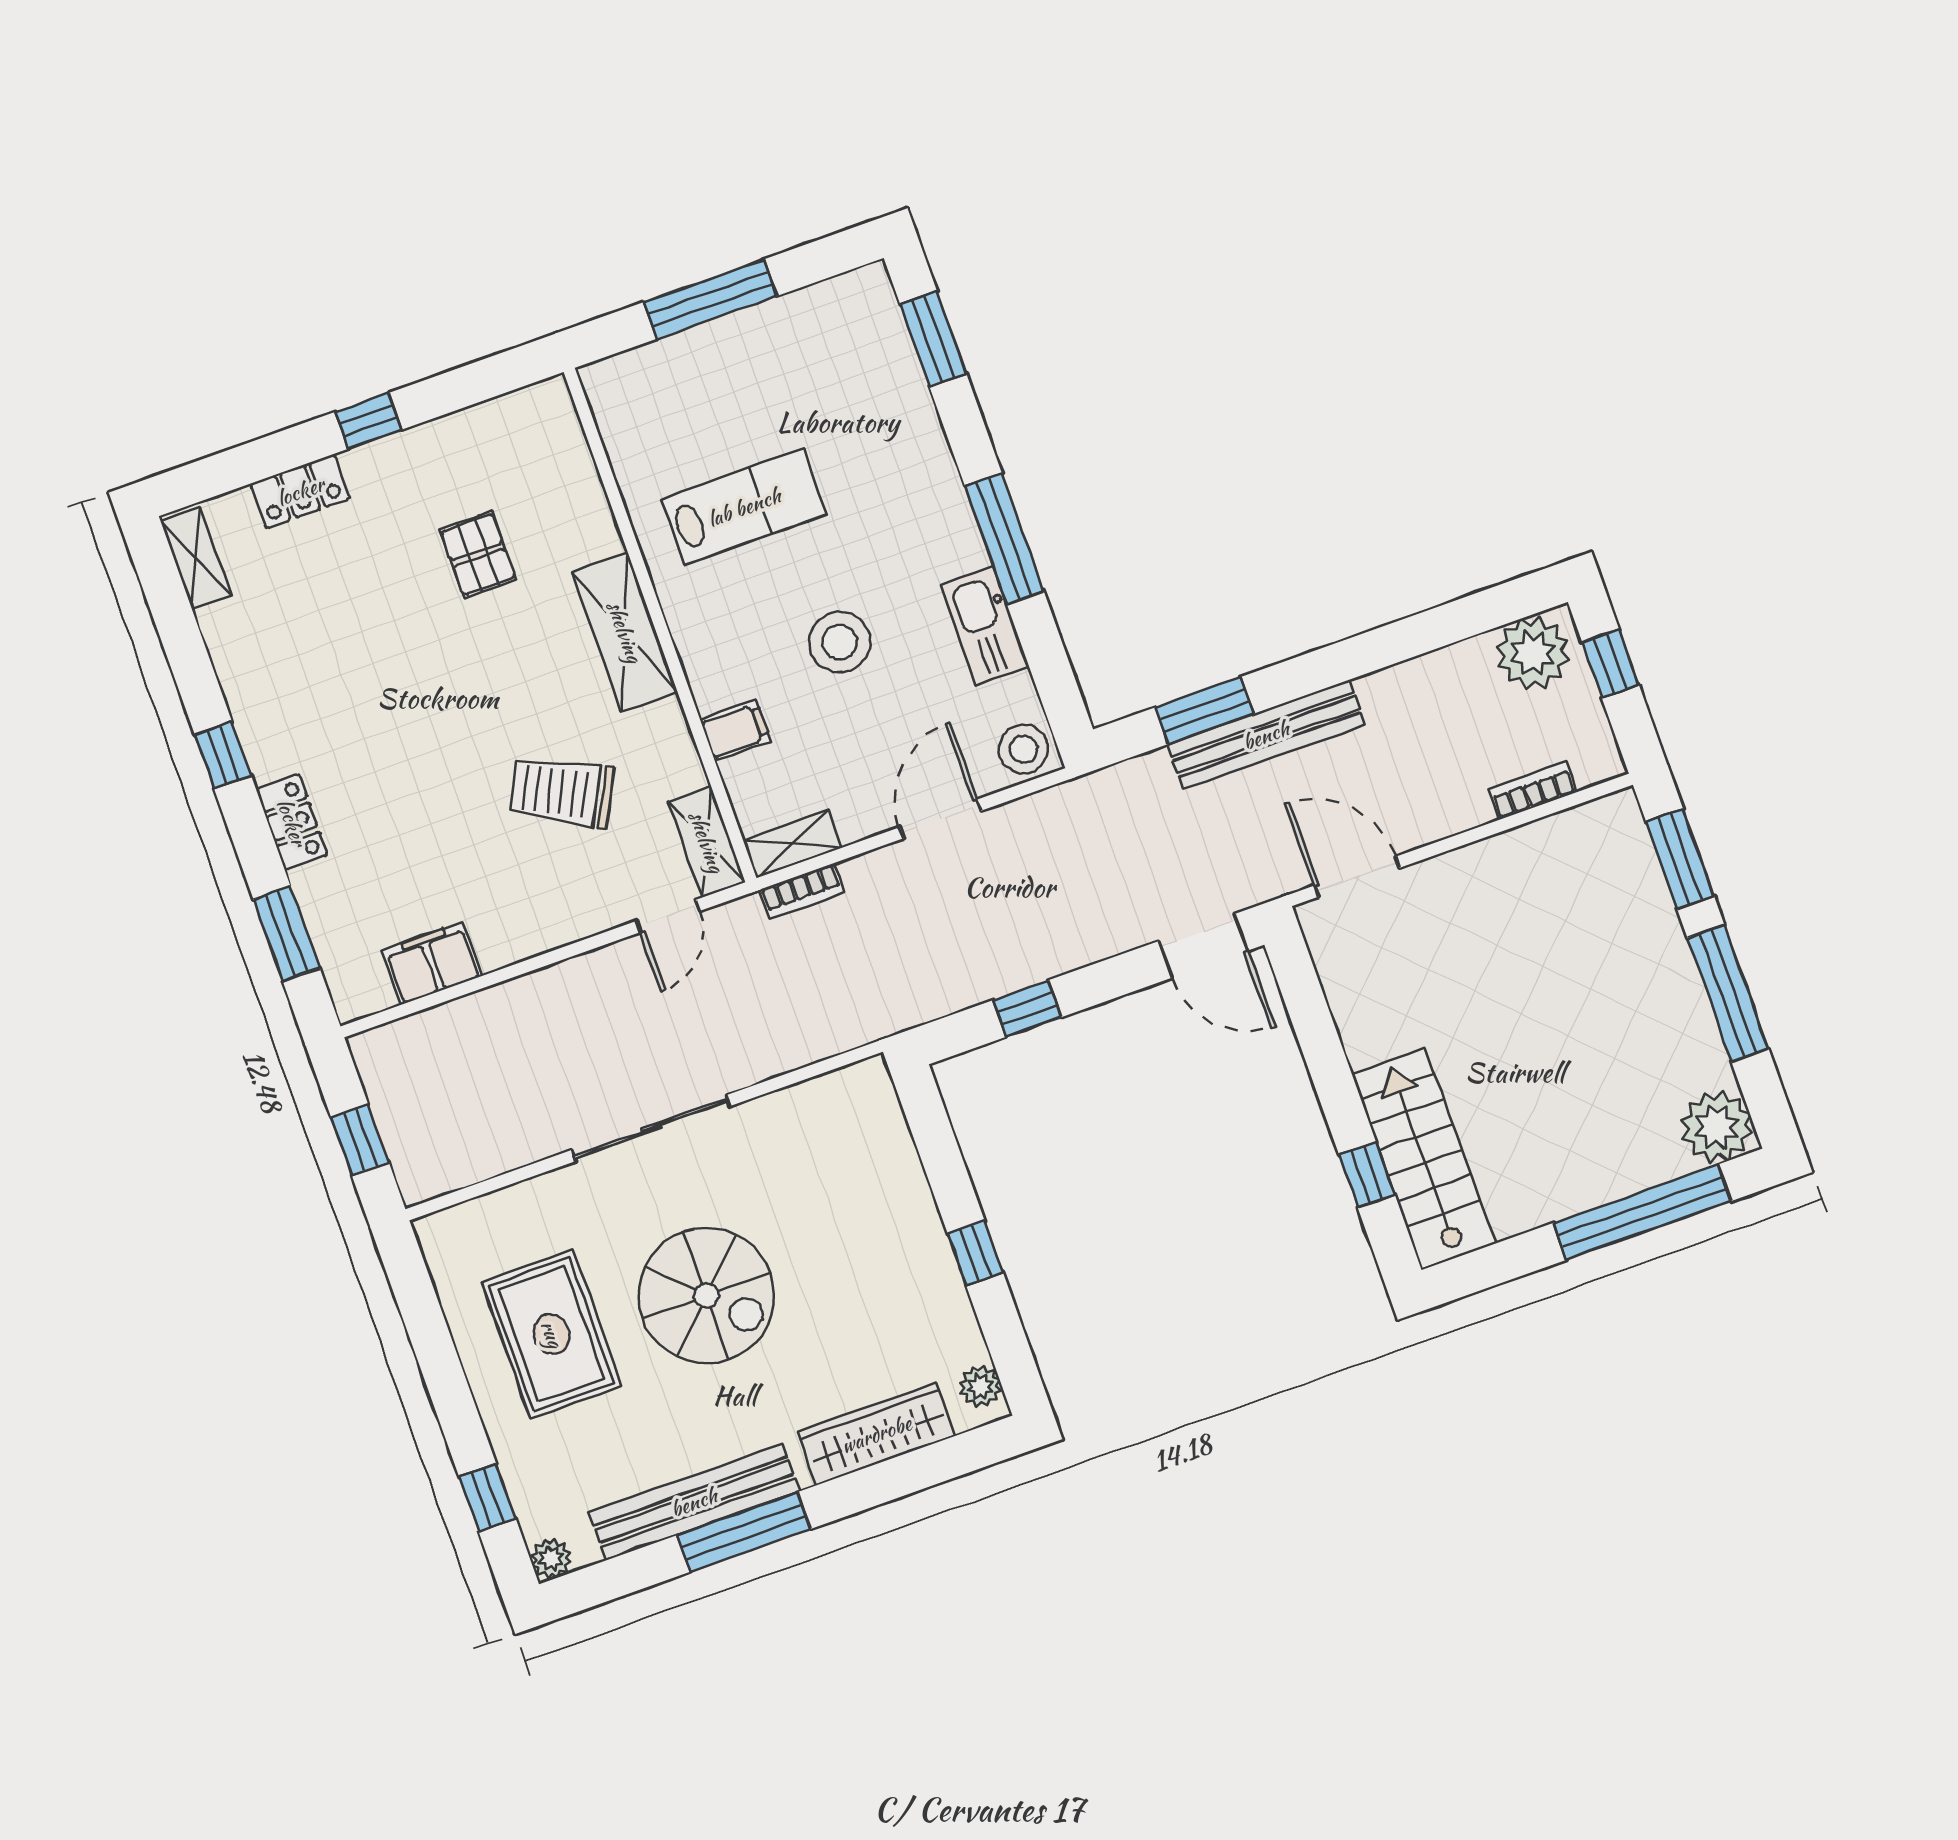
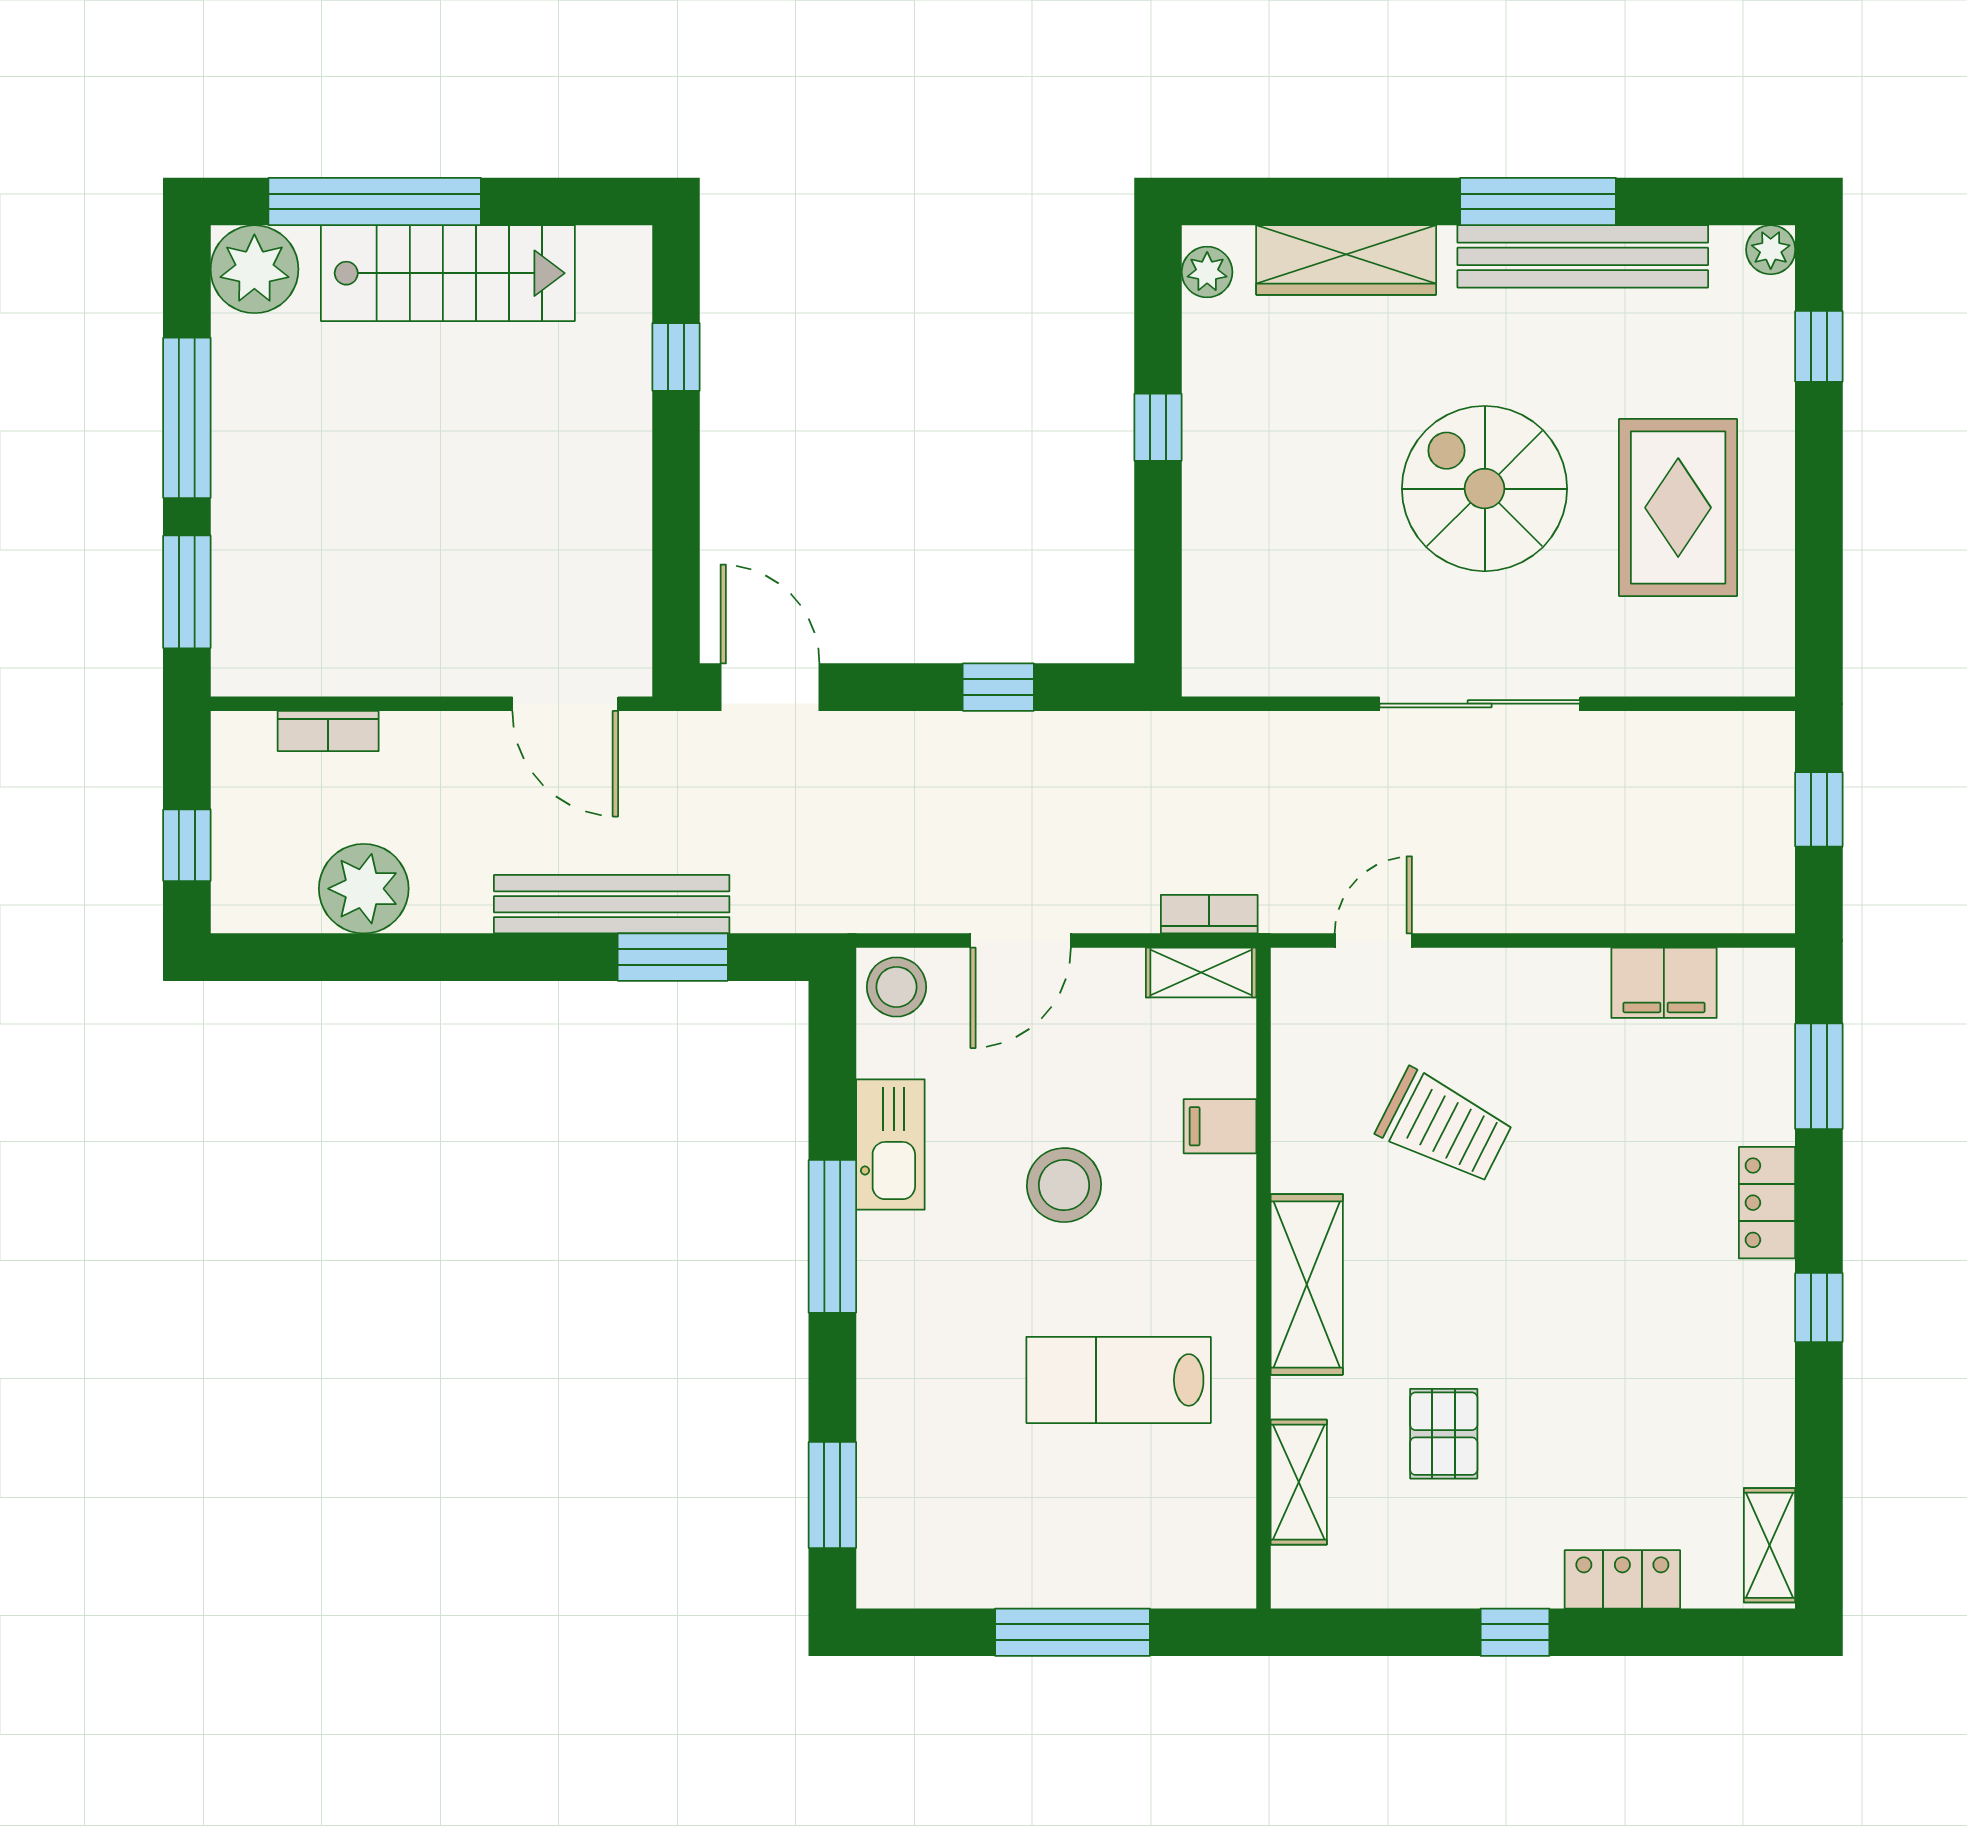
plant: (1533, 653) -> (364, 889), moved
shelving: (707, 842) -> (1299, 1482), moved
stairs: (1424, 1159) -> (448, 273), moved, turned -90

